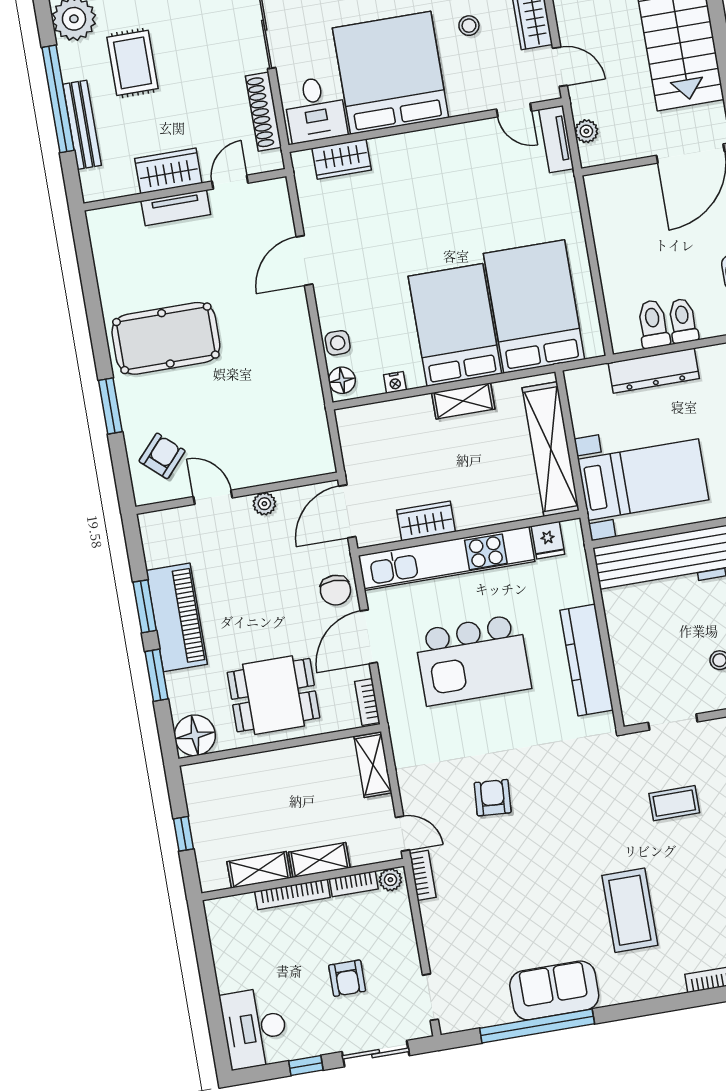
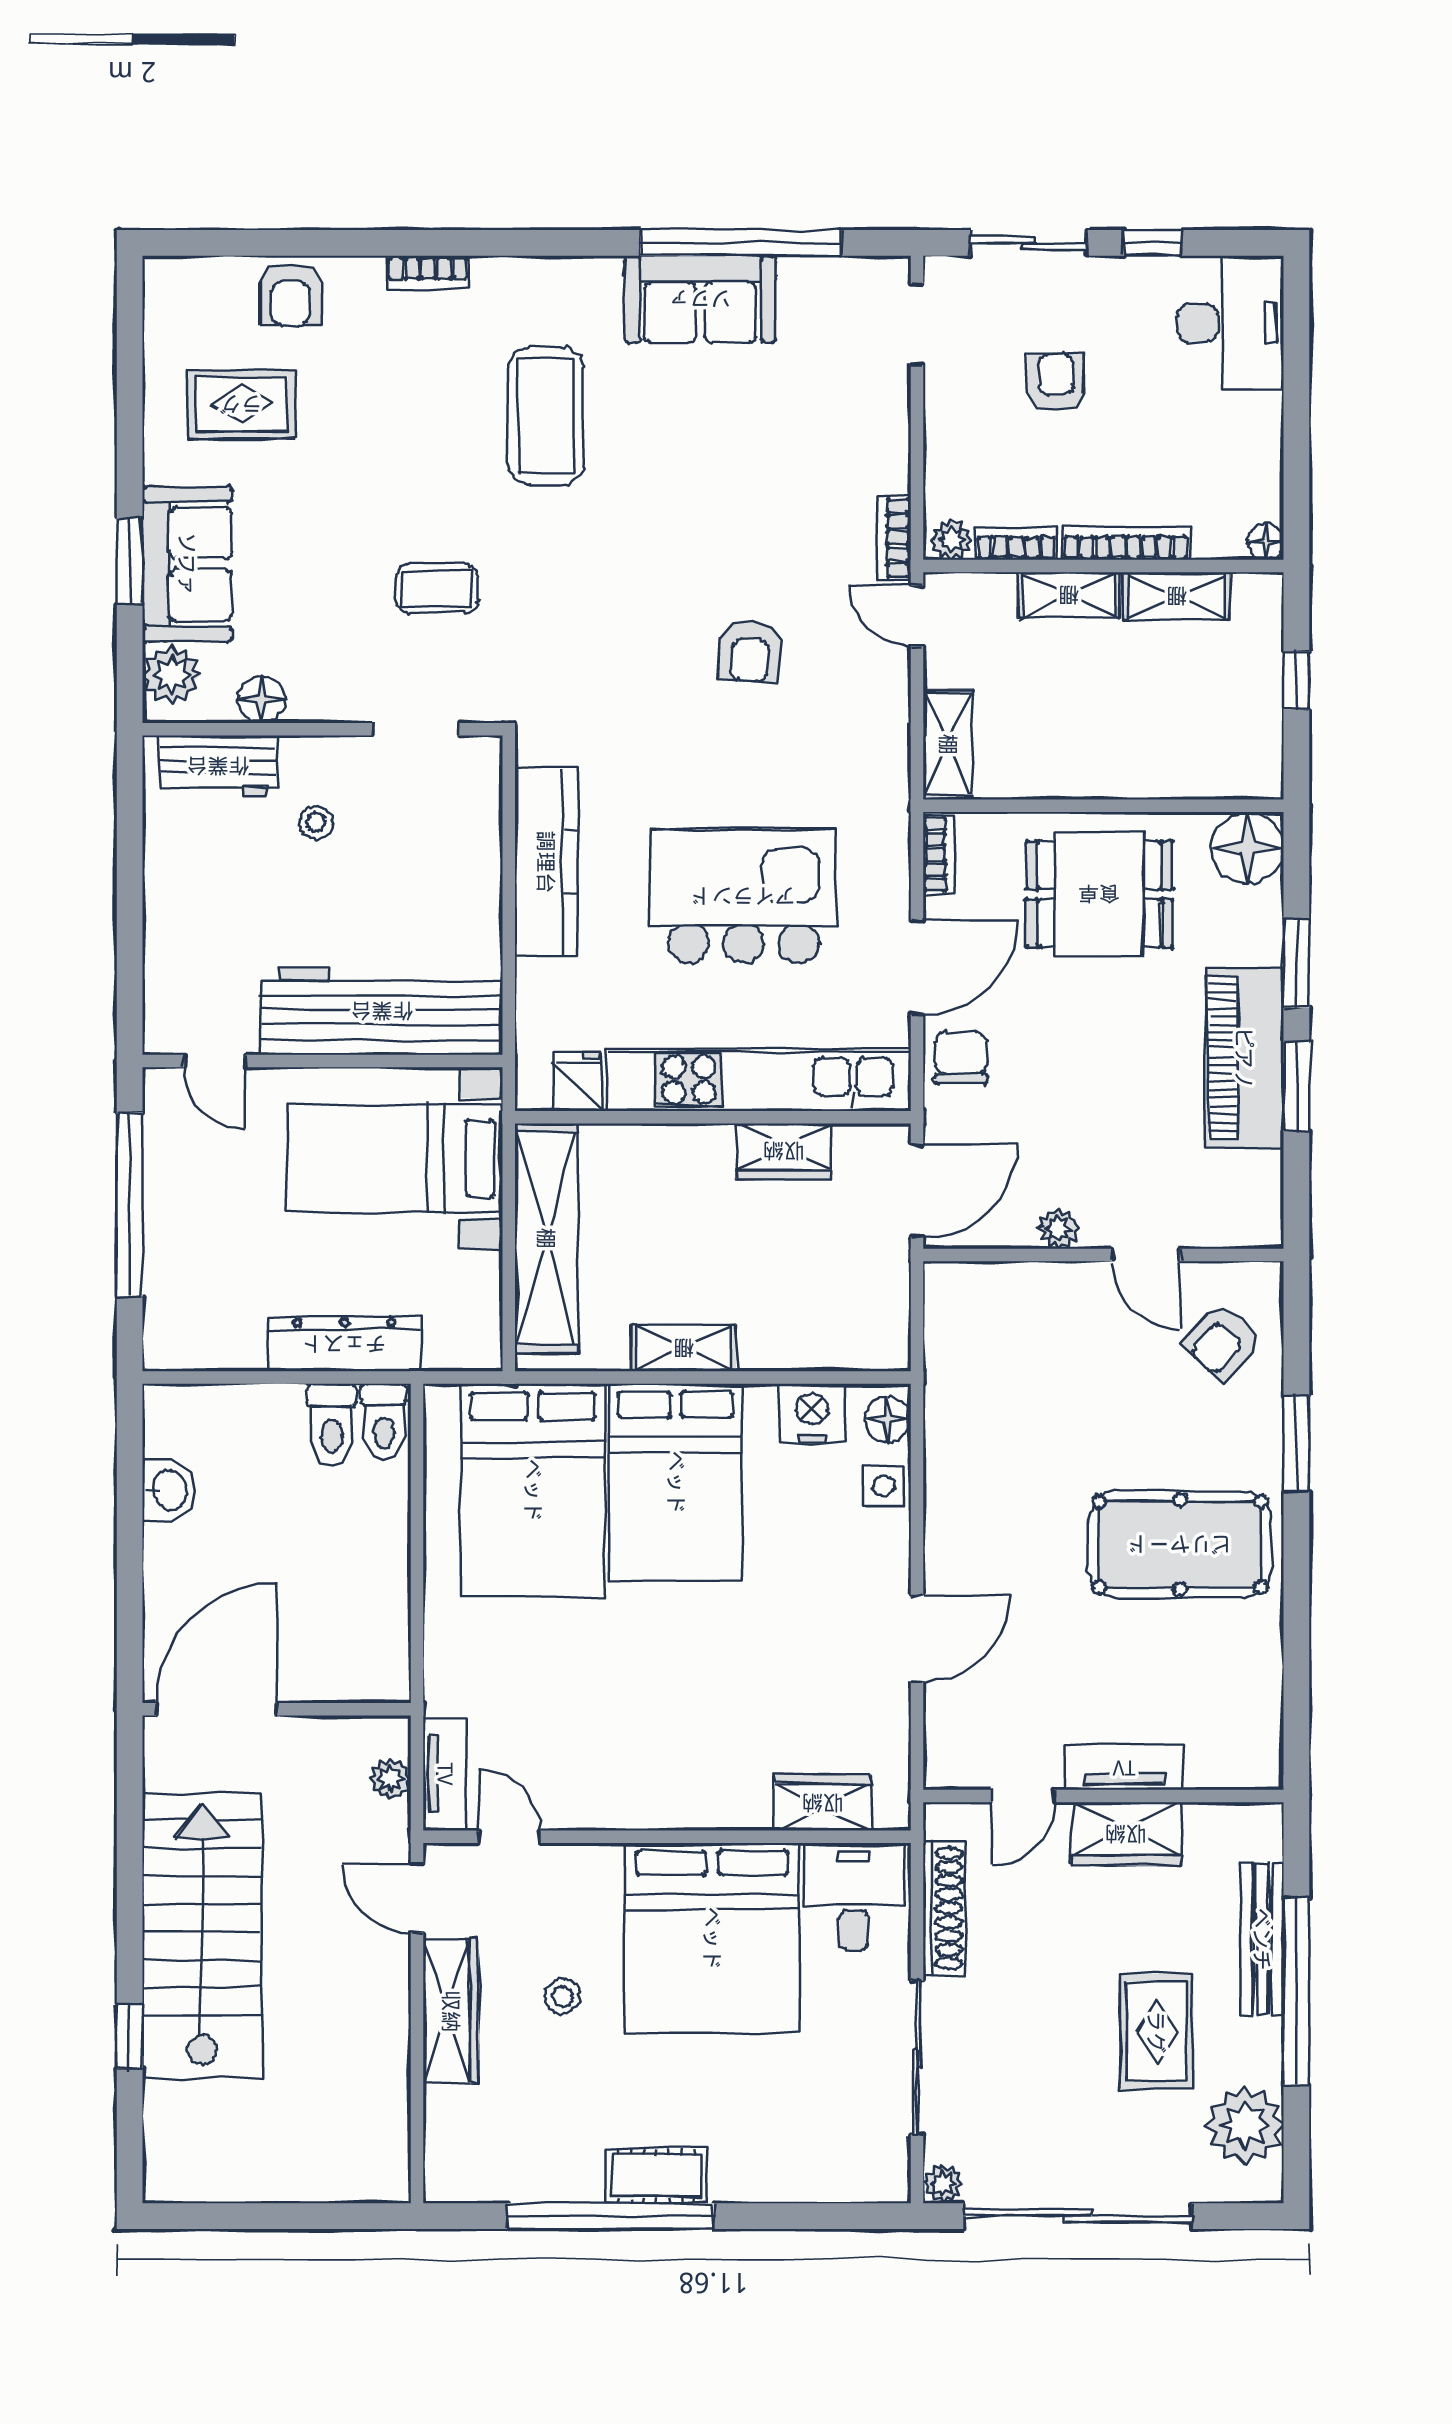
toilet: (683, 321) -> (384, 1422), moved
nightstand: (395, 382) -> (812, 1413), width x1.89, depth x1.79
floor lamp: (214, 909) -> (1266, 542), added

